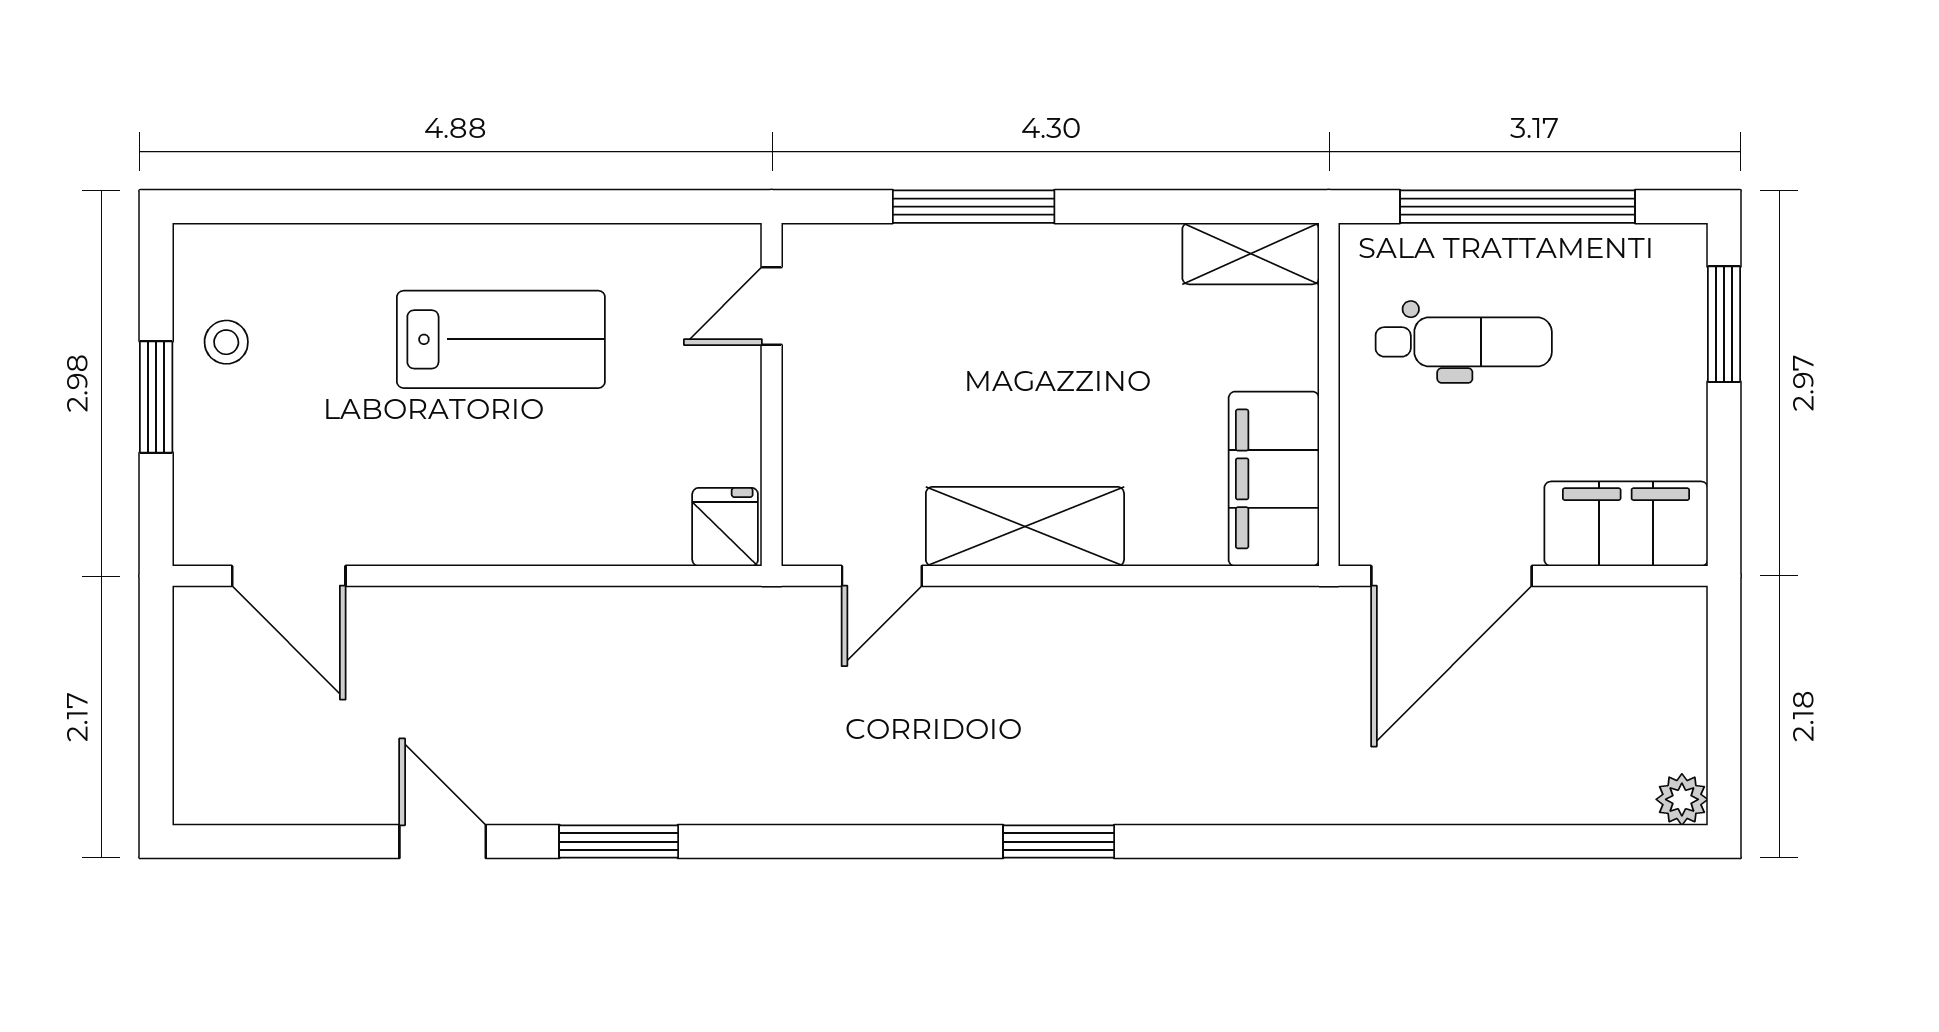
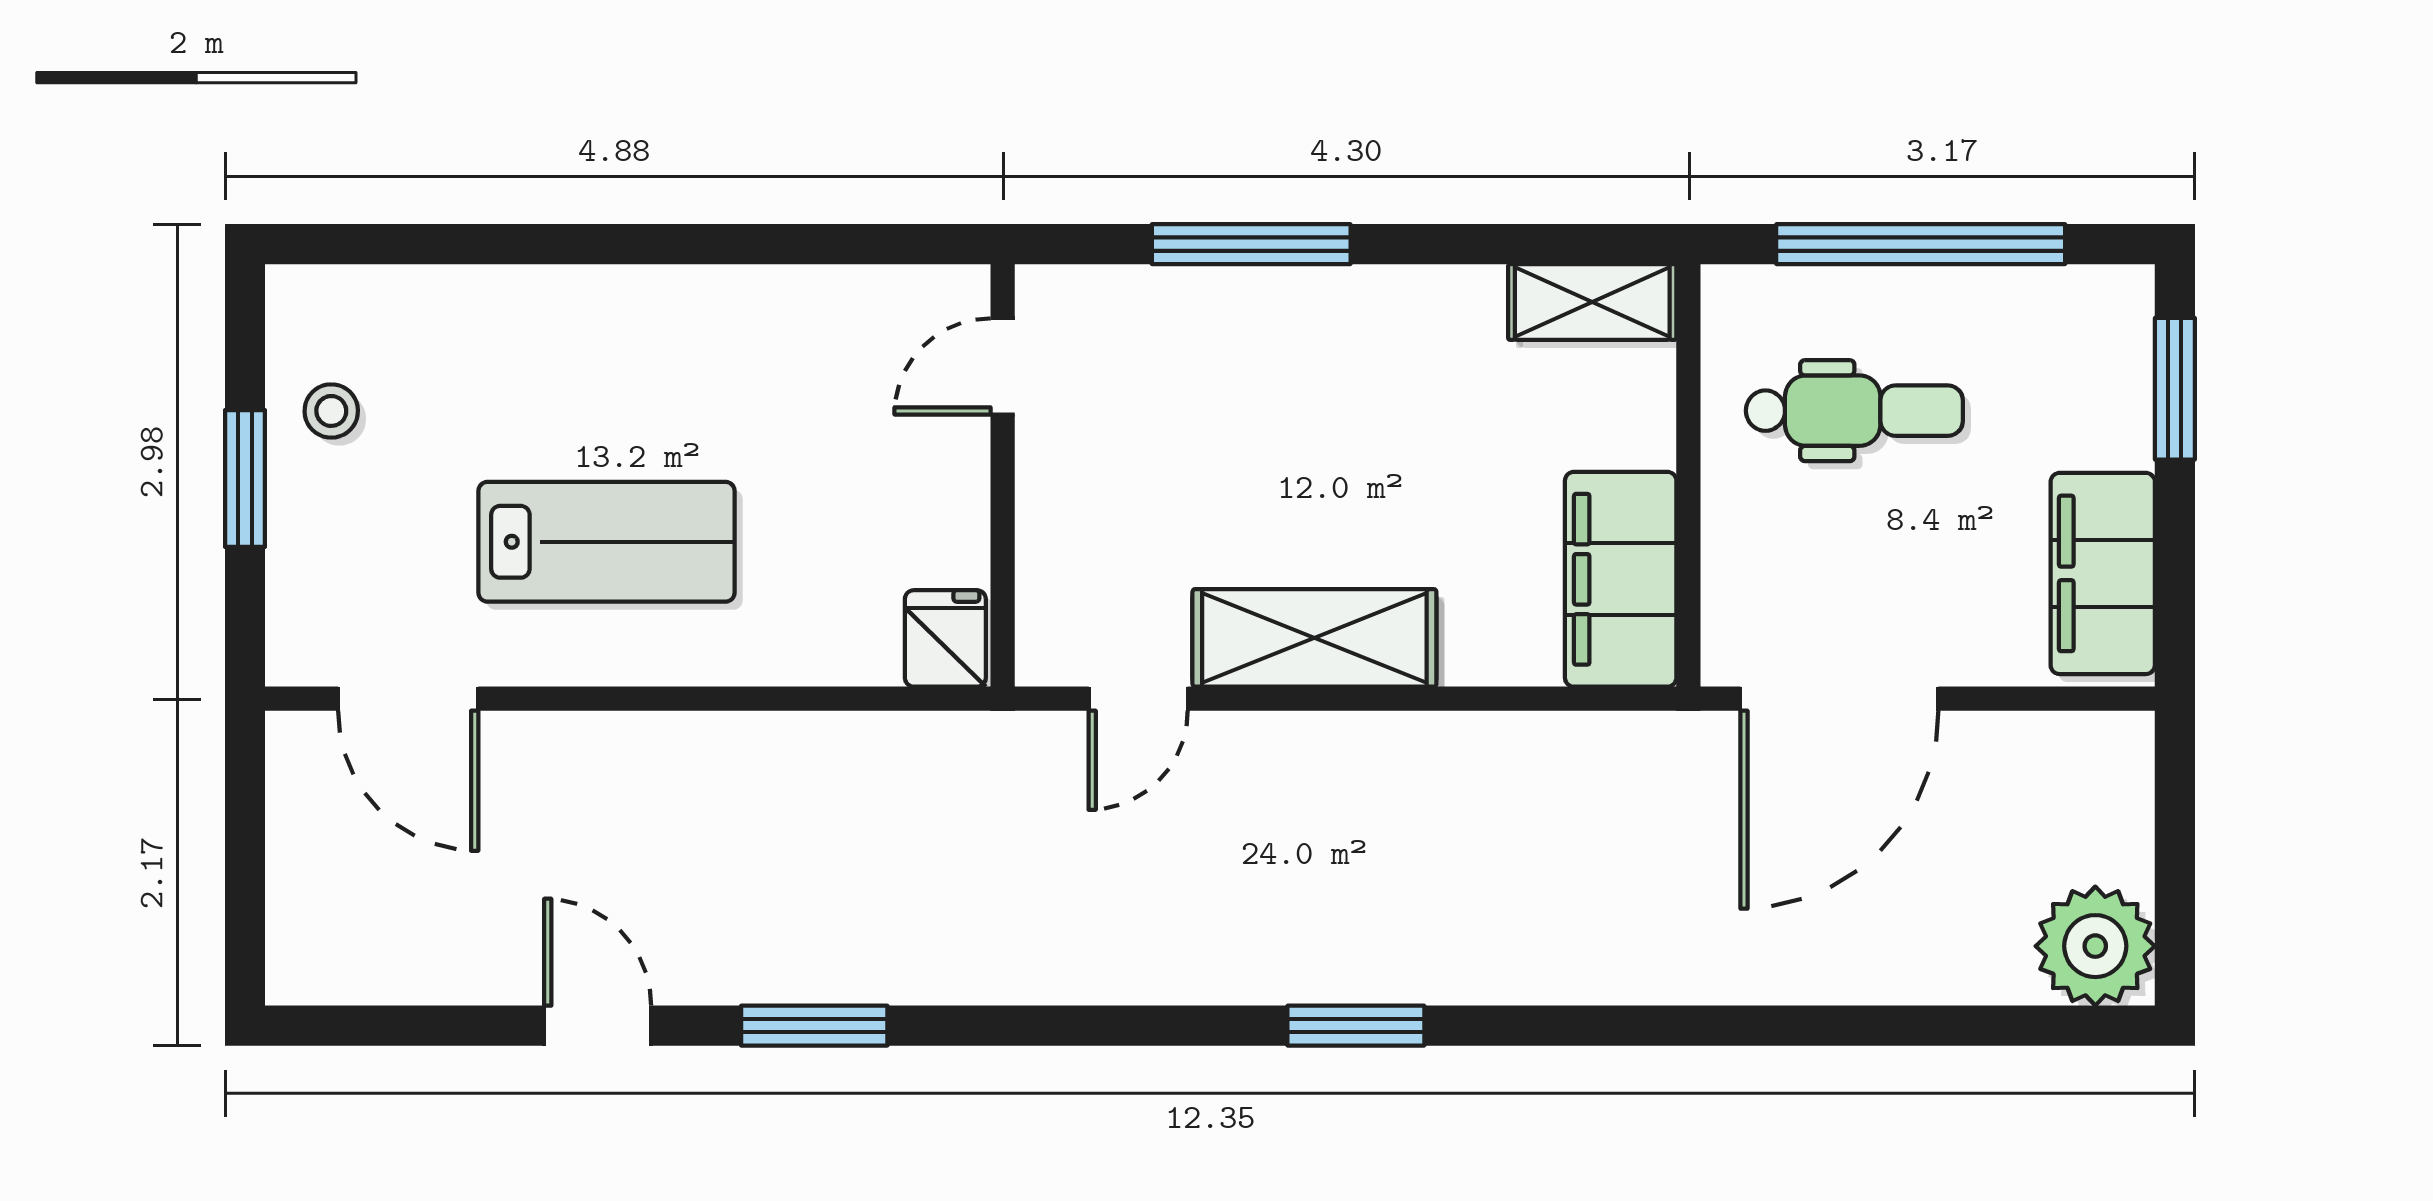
lab bench: (501, 339) -> (607, 542), moved
filing cabinet: (1626, 524) -> (2103, 573), moved, turned -90
plant: (1682, 799) -> (2095, 946), width x1.87, depth x1.87

